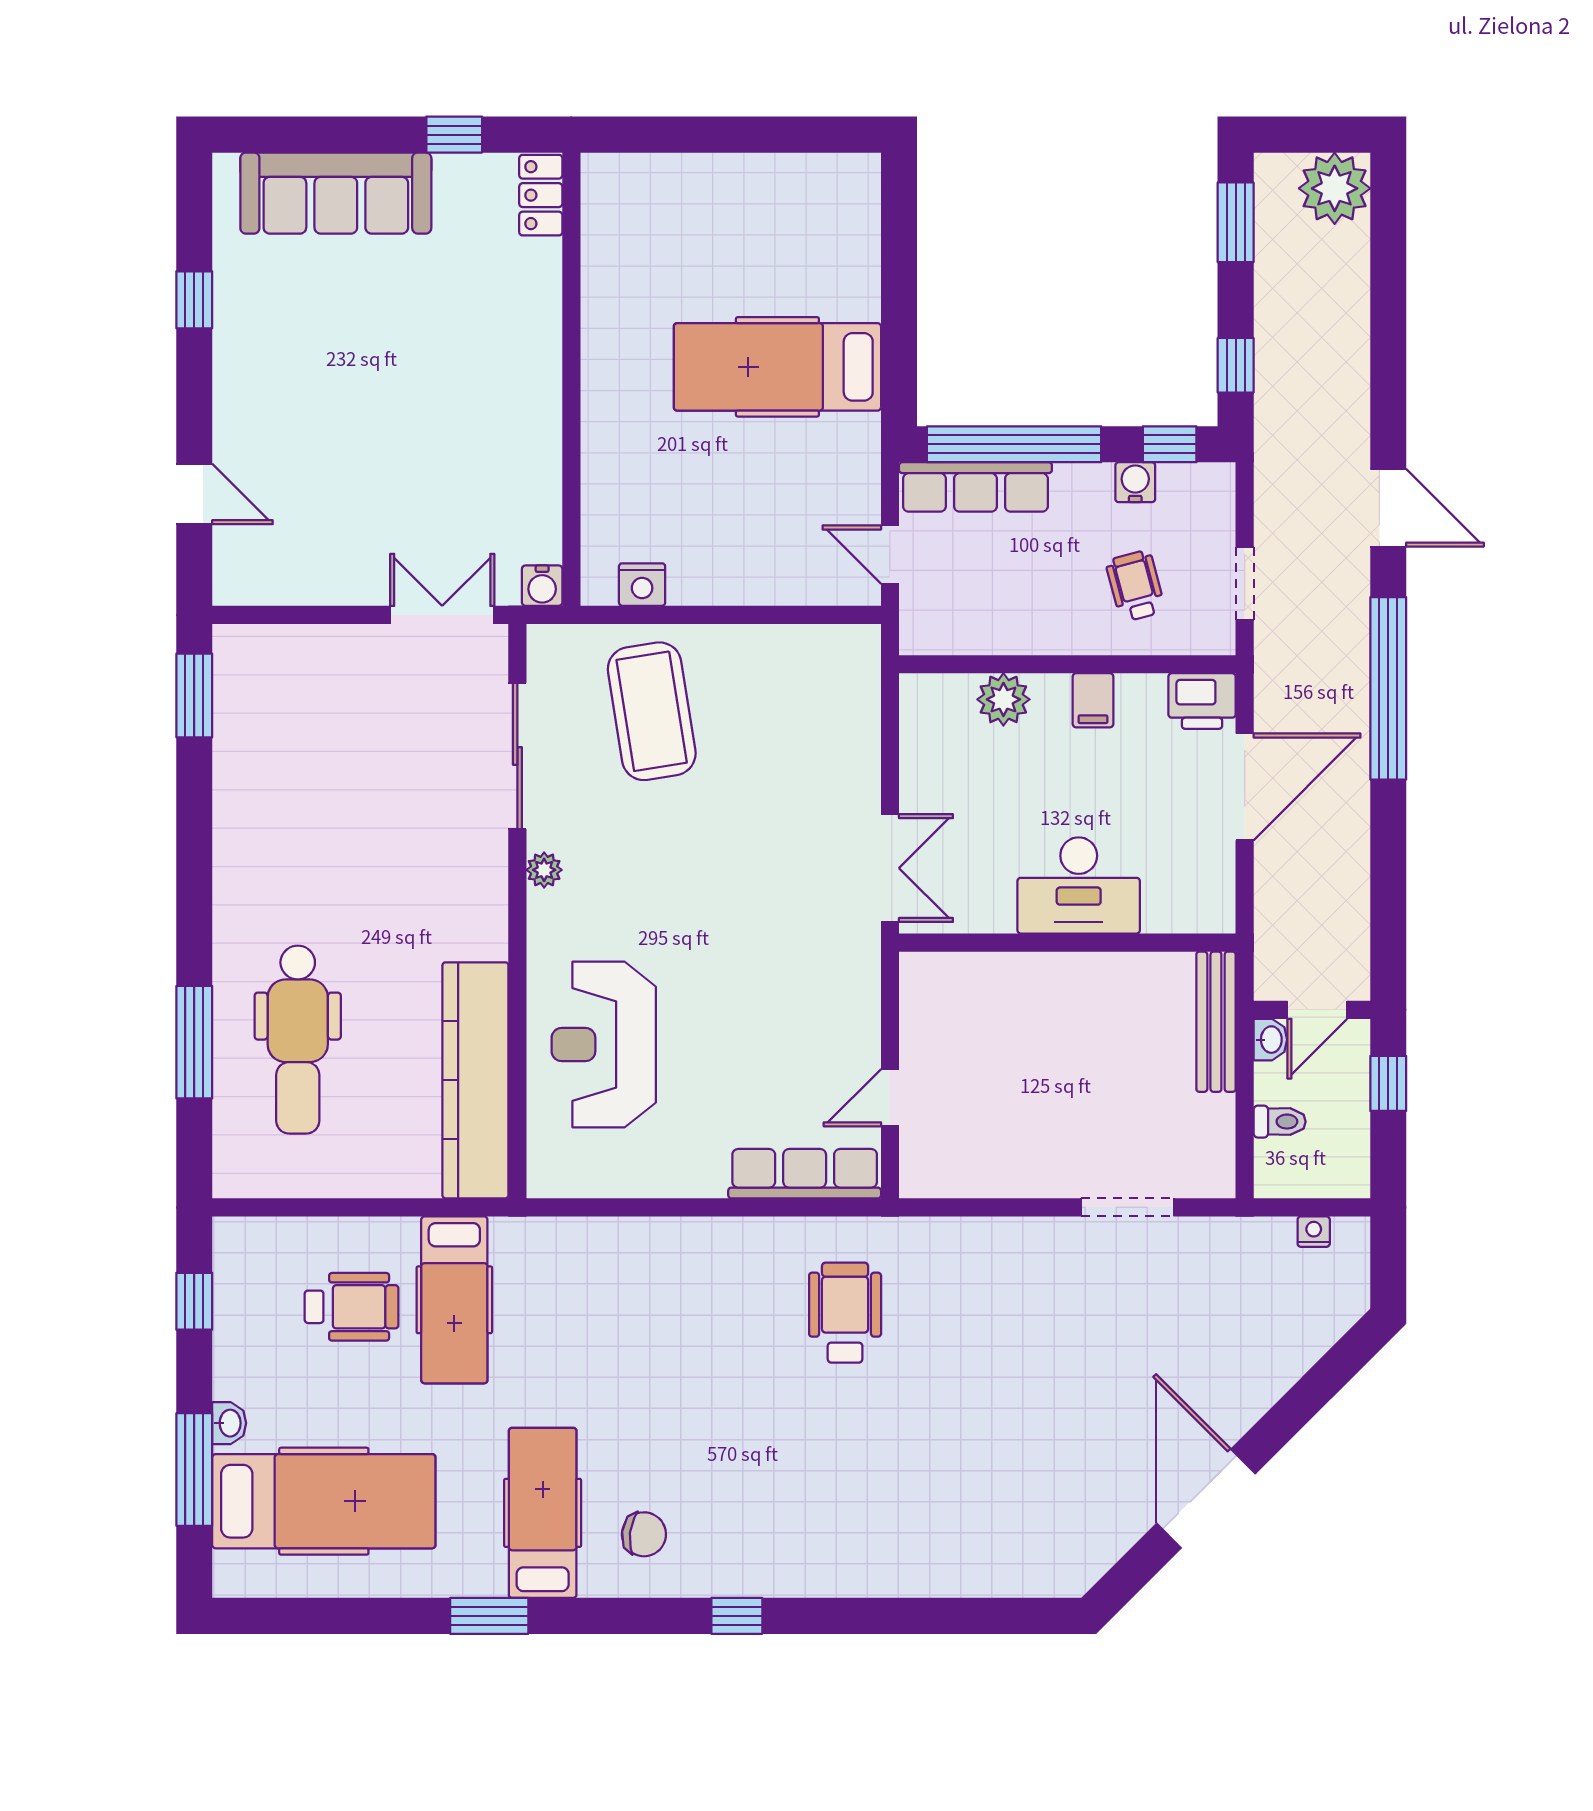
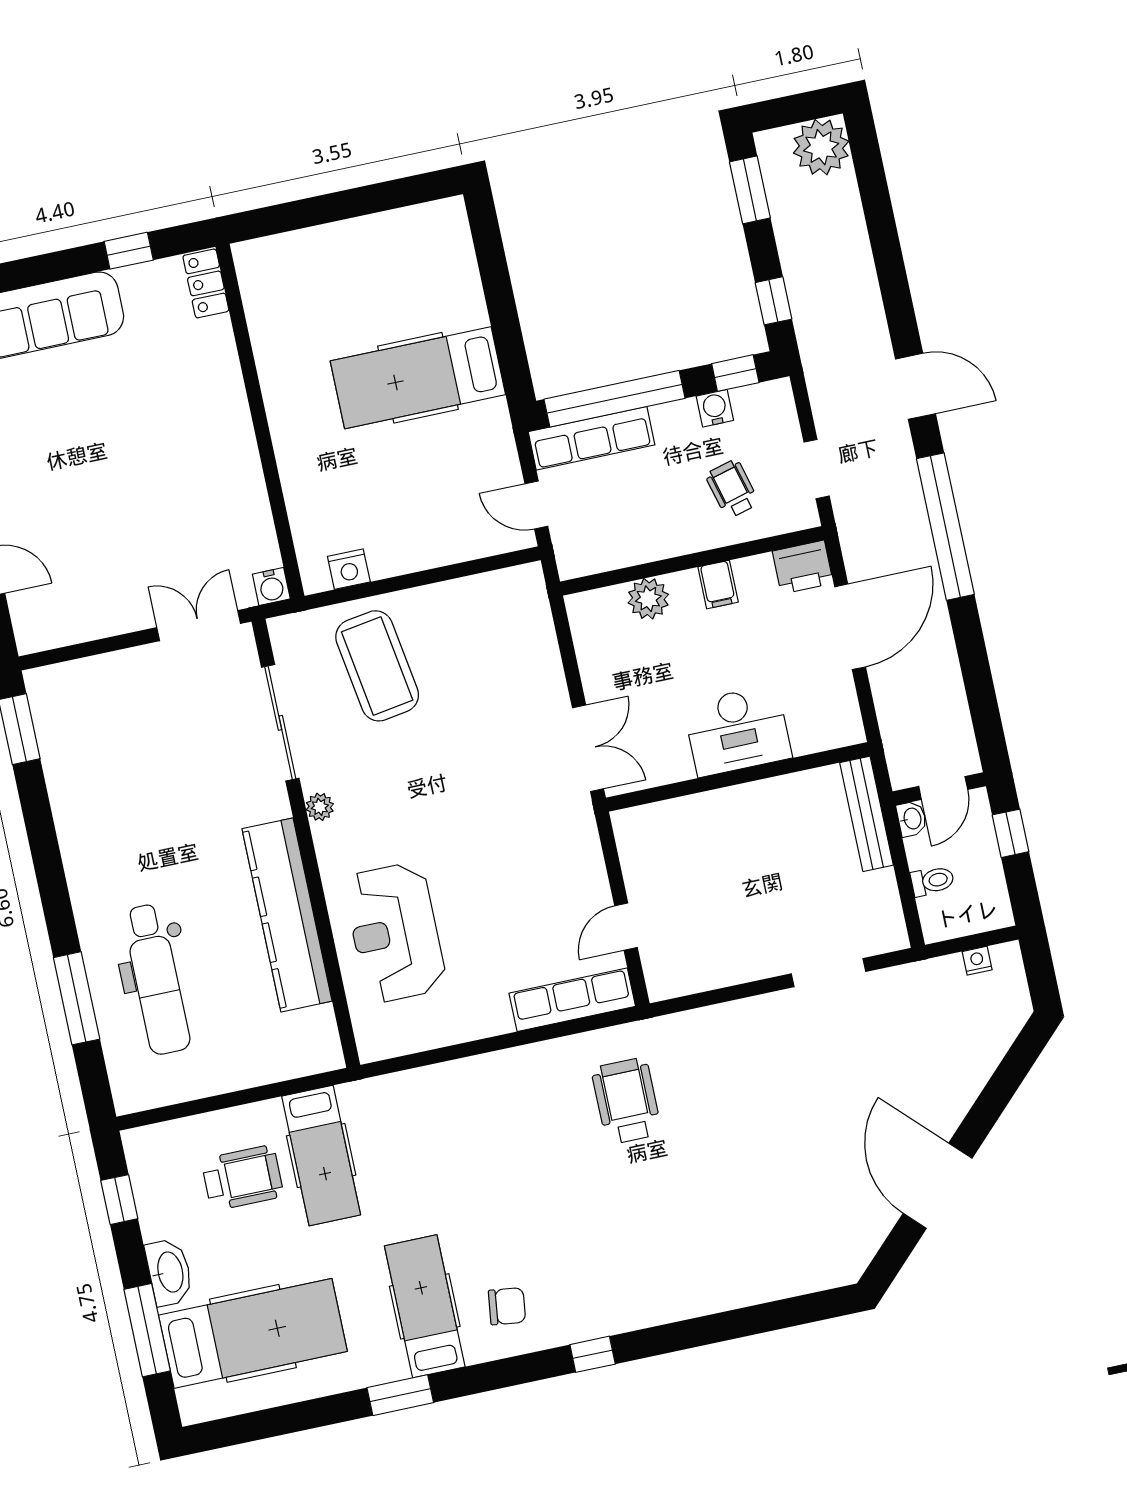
kitchen counter: (475, 1080) -> (287, 915), moved
washbasin: (229, 1423) -> (169, 1272), width x1.91, depth x1.45

